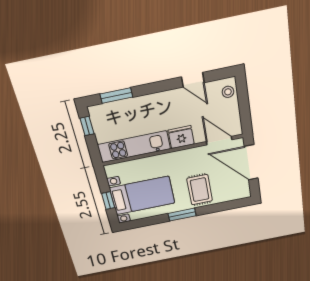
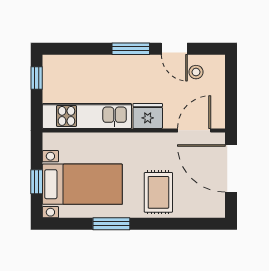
stool: (228, 92) -> (196, 72), moved
window: (116, 95) -> (131, 49), moved
door: (219, 141) -> (194, 130), hinge flipped
window: (182, 215) -> (111, 224), moved

